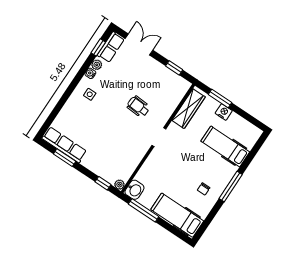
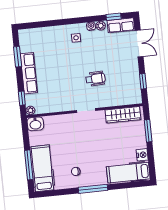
wheelchair: (138, 107) -> (95, 79), turned 83
nightstand: (224, 112) -> (142, 155), moved
row of seats: (64, 145) -> (29, 73), moved
hospital bed: (225, 147) -> (128, 173), moved, turned -90
window: (144, 210) -> (29, 165), moved

